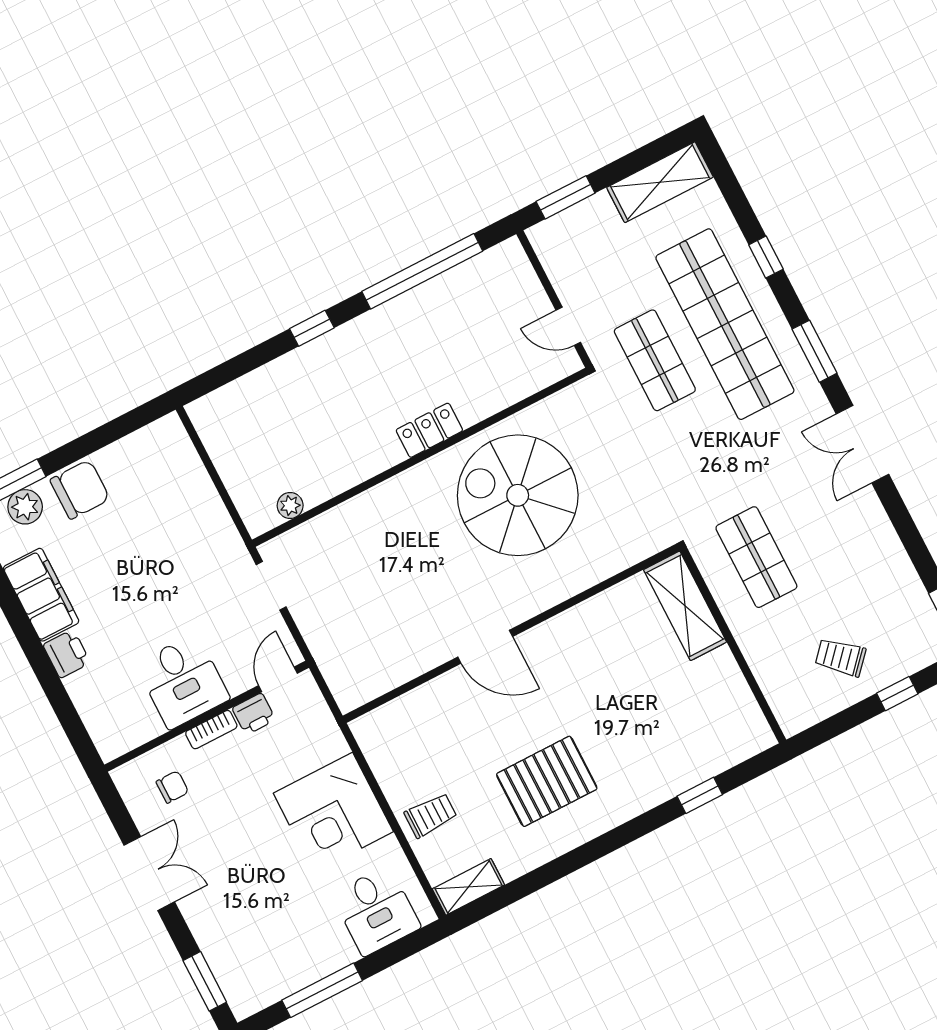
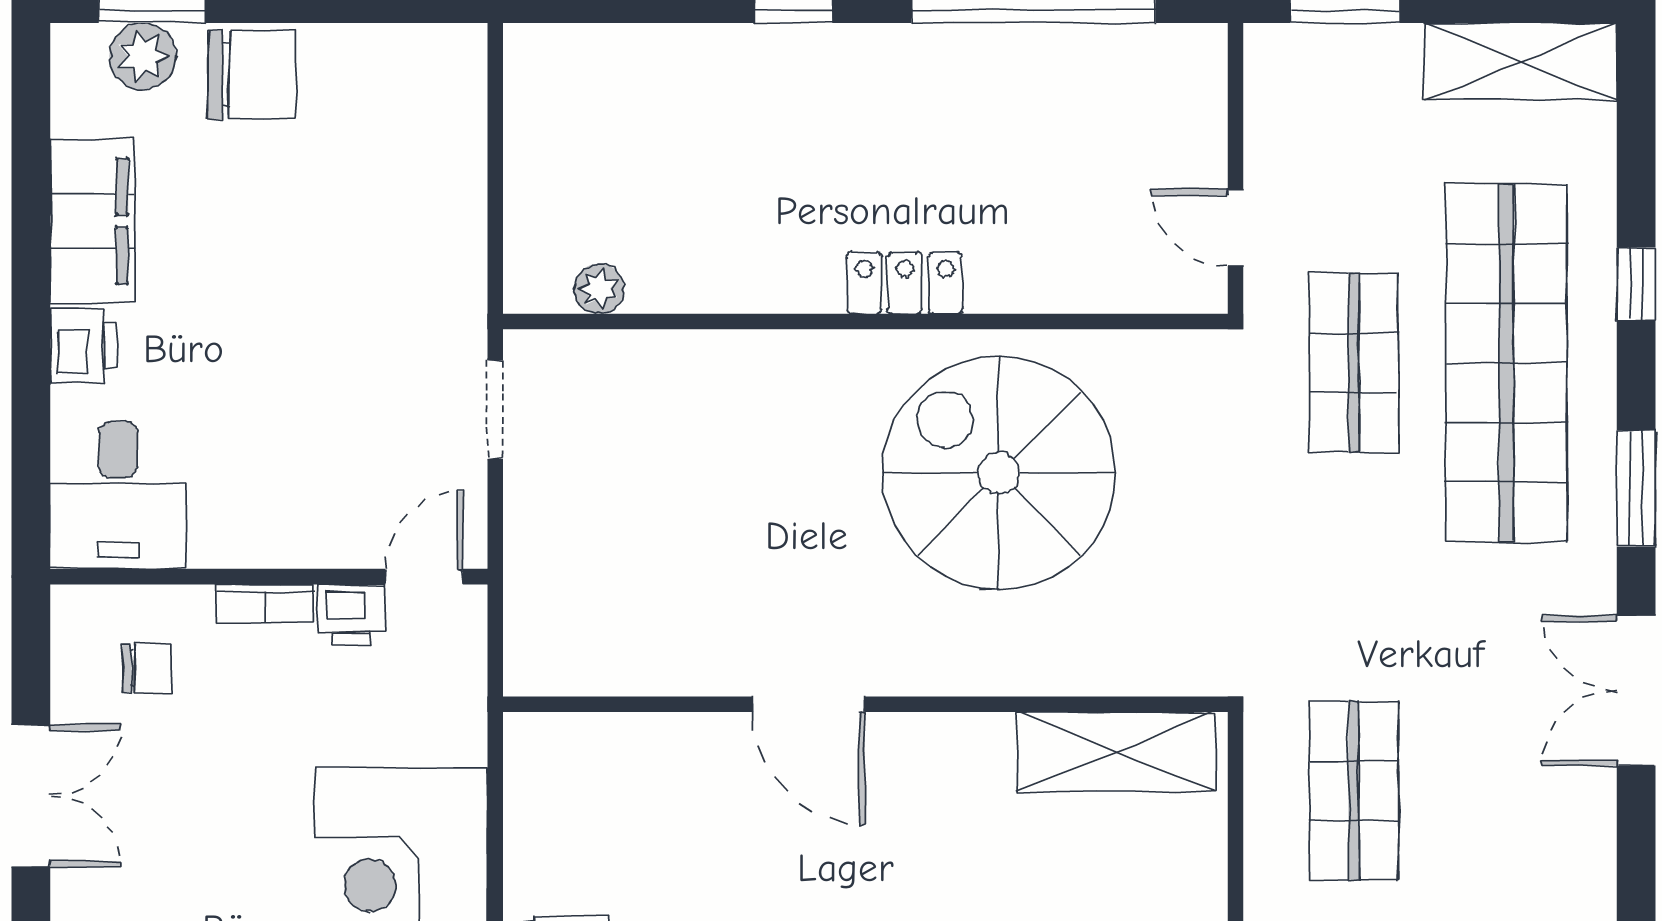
shelving: (685, 606) -> (1116, 752), moved, turned 90
desk: (183, 681) -> (118, 495), moved

